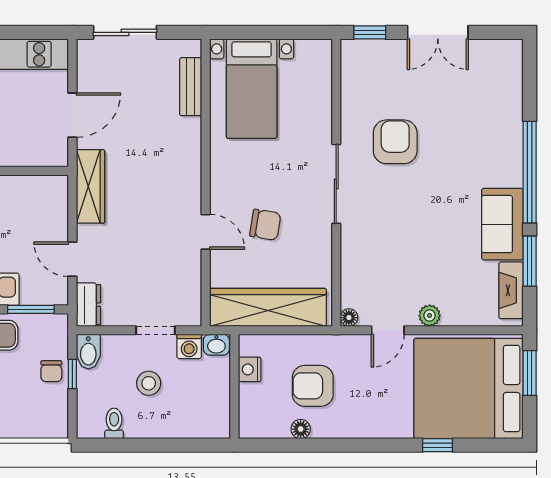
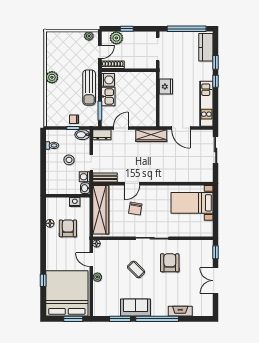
bench: (191, 87) -> (105, 177), moved
armchair: (395, 142) -> (170, 263), turned -90
coffee table: (411, 223) -> (136, 269), added
fireplace: (511, 290) -> (180, 311), moved

